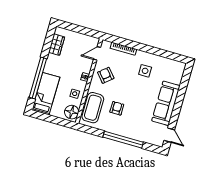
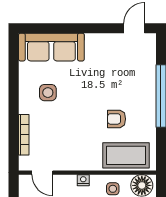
armchair: (106, 75) -> (72, 150), removed
sofa: (166, 103) -> (51, 47), moved

